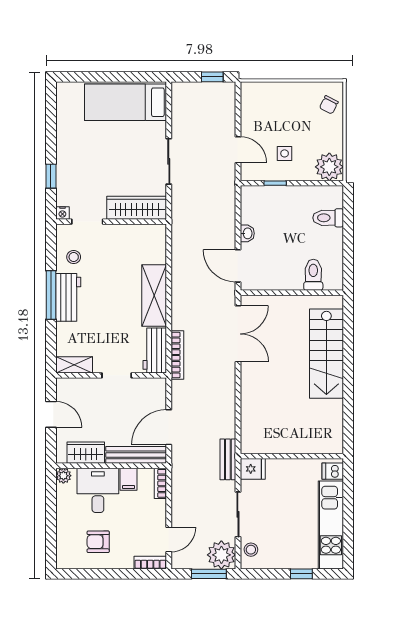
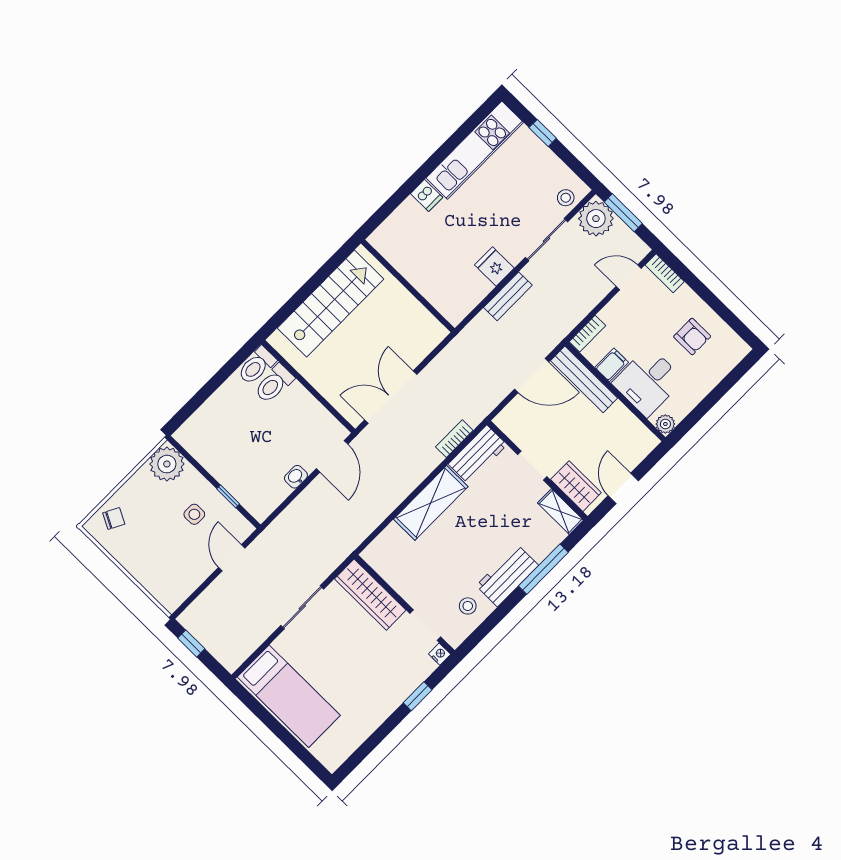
toilet: (328, 218) -> (257, 366), moved, turned 90
window: (51, 295) -> (543, 569), moved
bookcase: (177, 355) -> (454, 439), width x0.64
wardrobe: (86, 453) -> (576, 486), moved, turned 180
wall: (292, 456) -> (408, 286), moved

